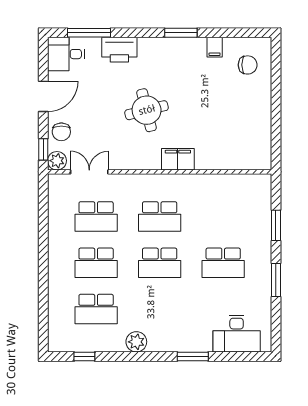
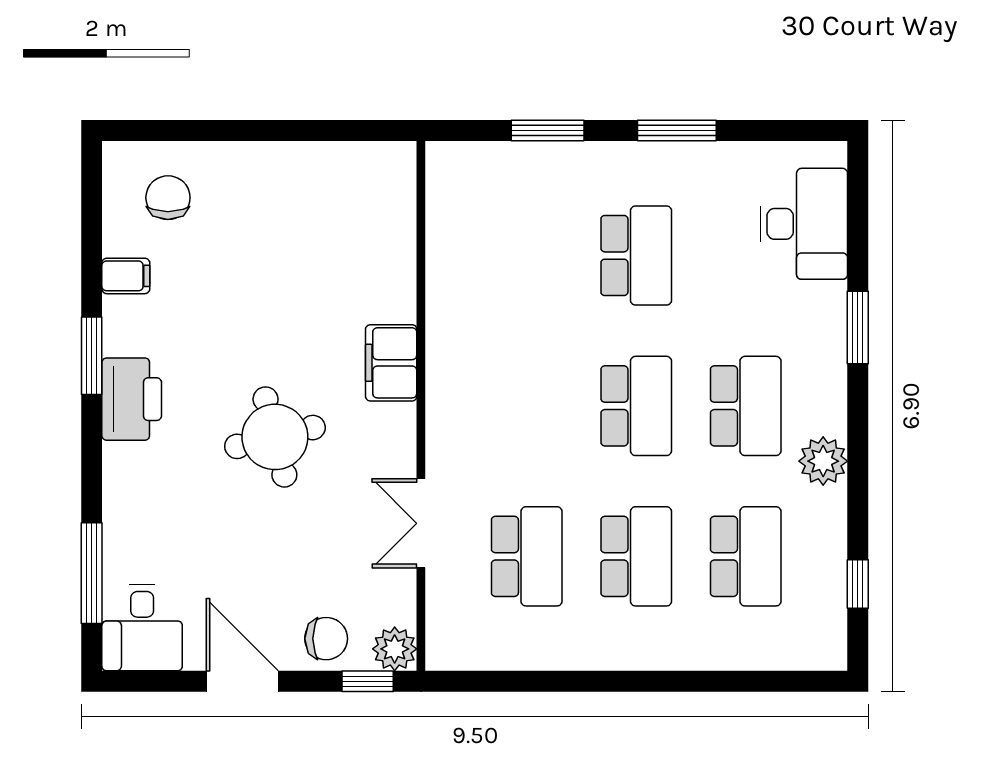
printer: (119, 50) -> (132, 399), moved
double door: (89, 172) -> (421, 523), moved
school desk: (160, 217) -> (746, 406), moved

